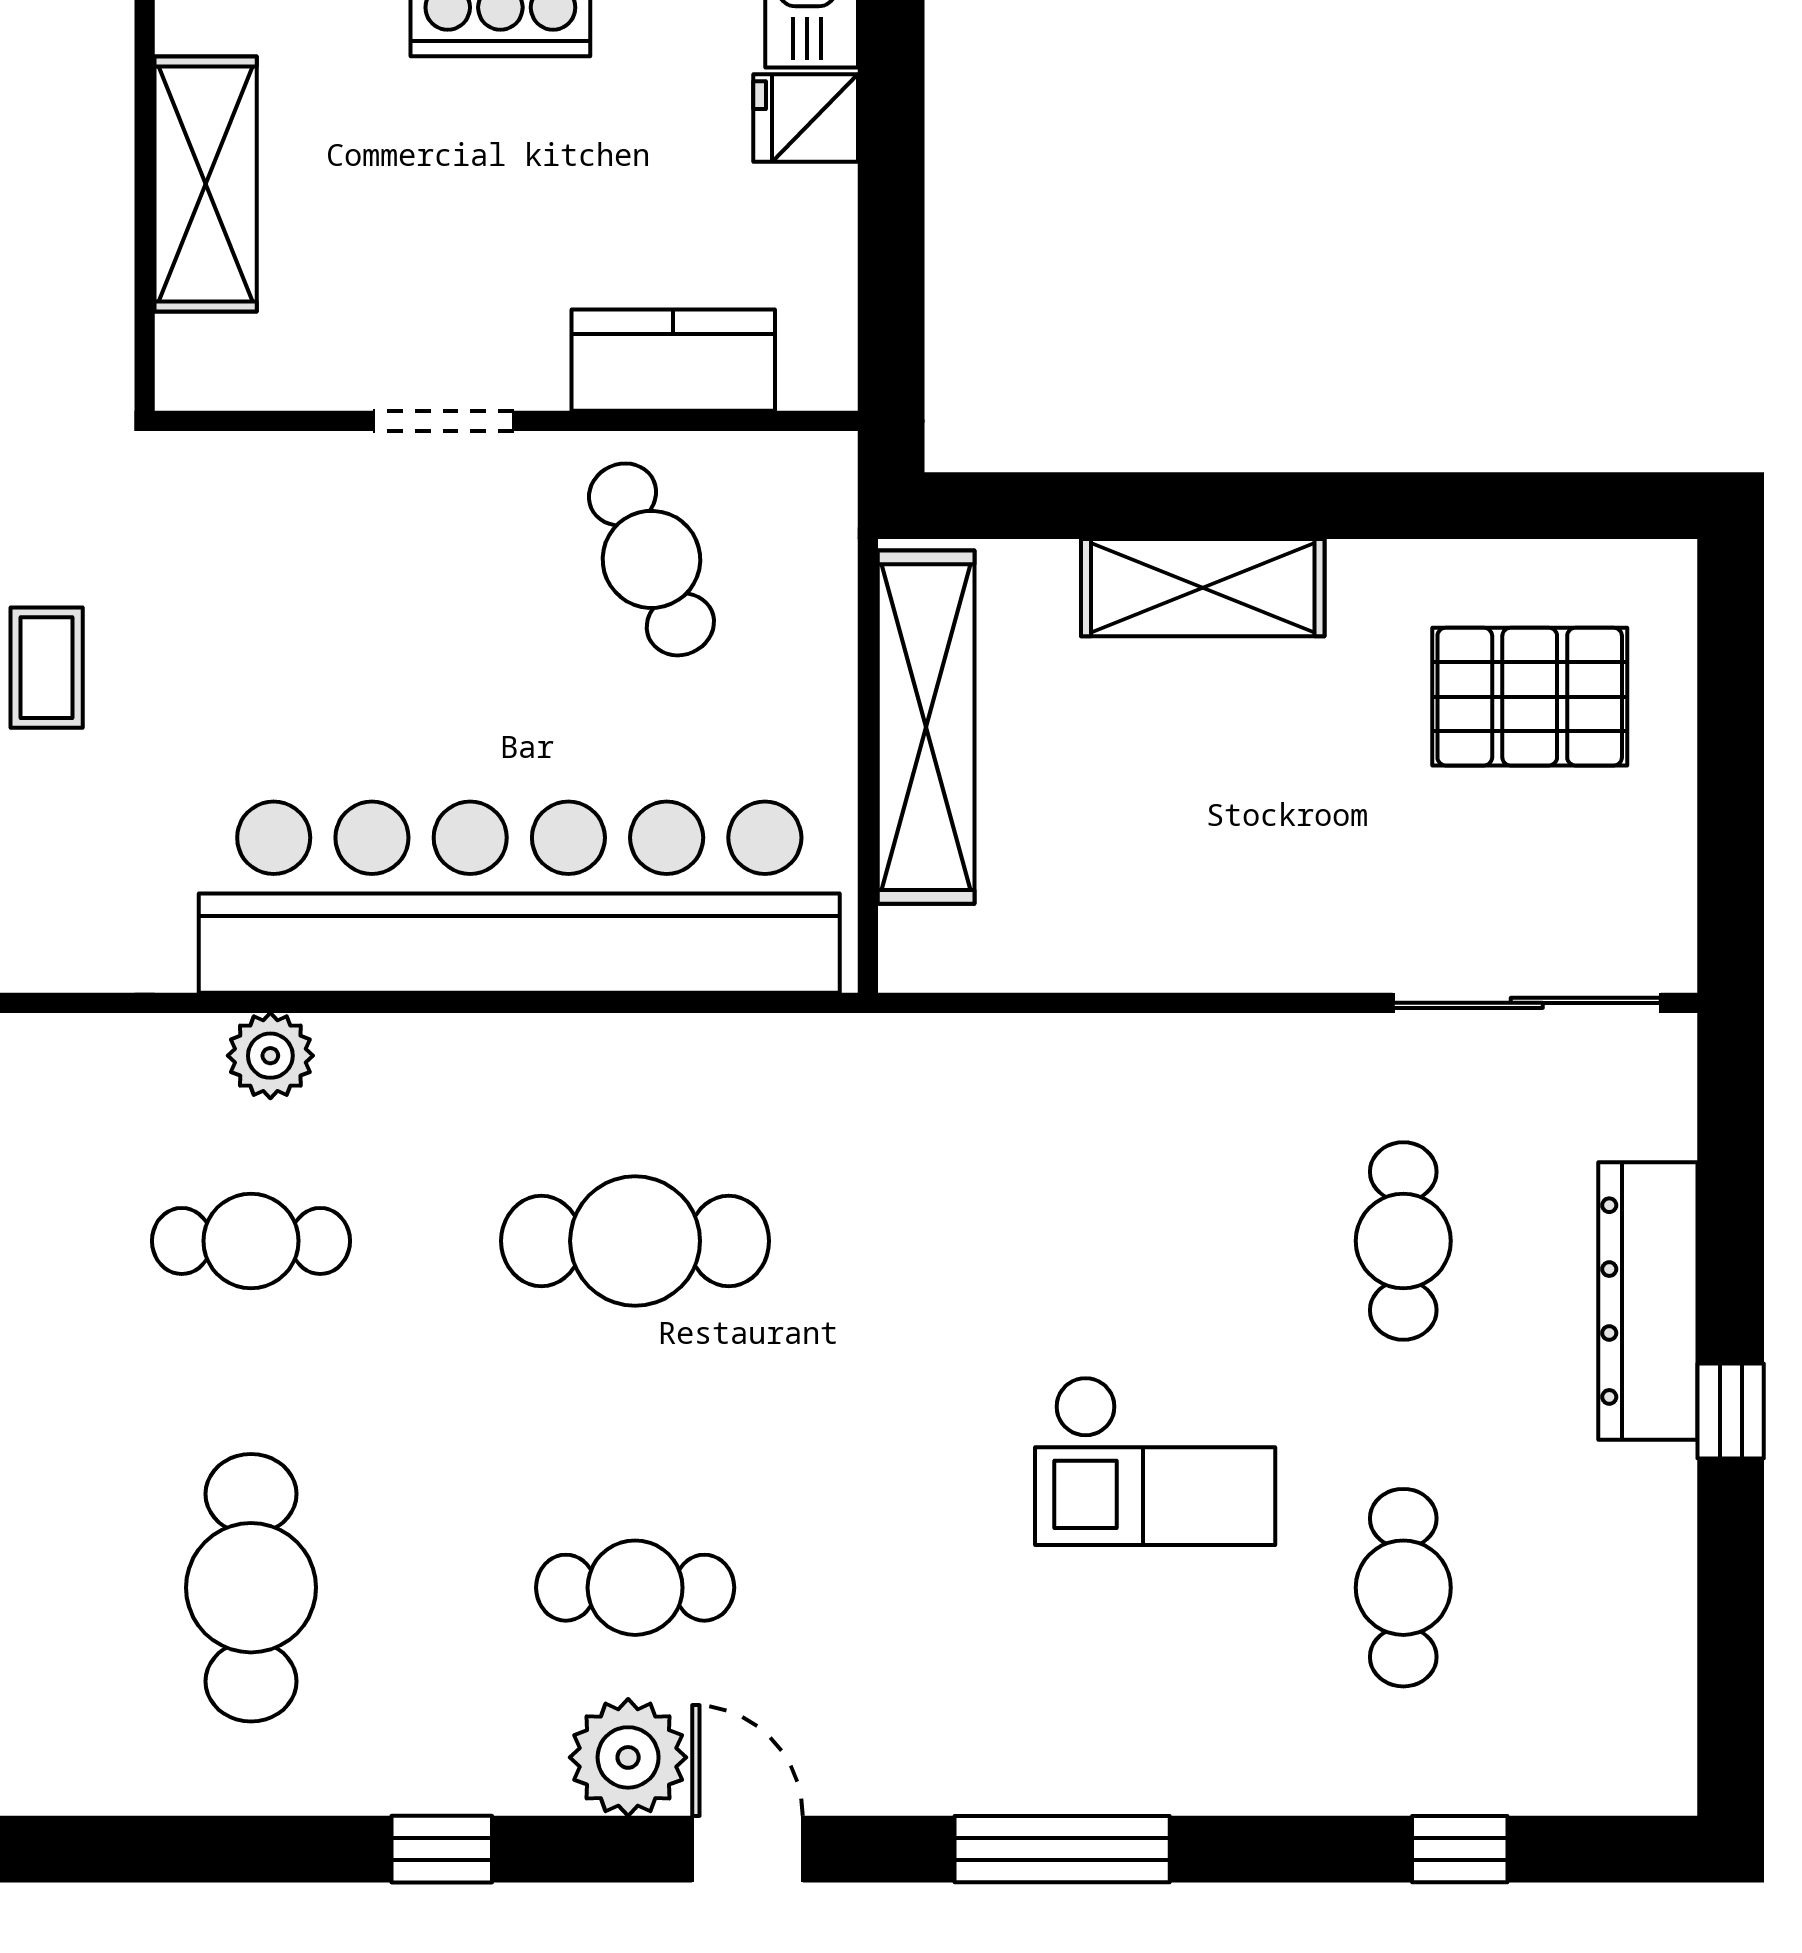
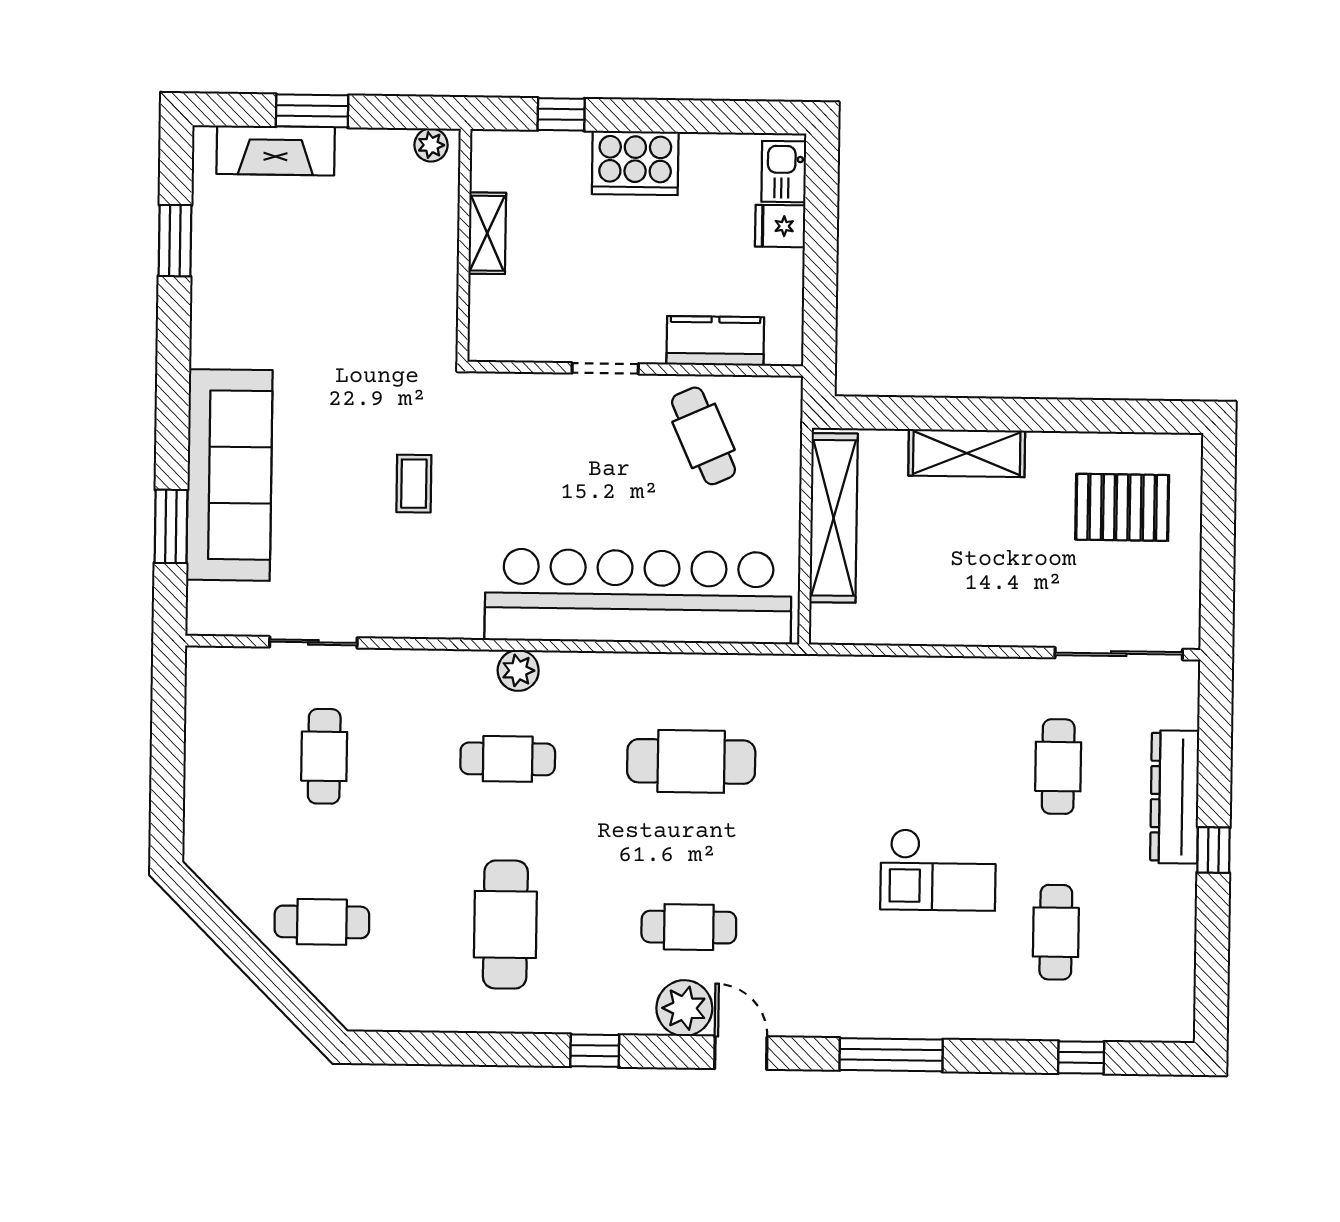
shelving: (206, 184) -> (487, 233), width x0.67, depth x0.75

